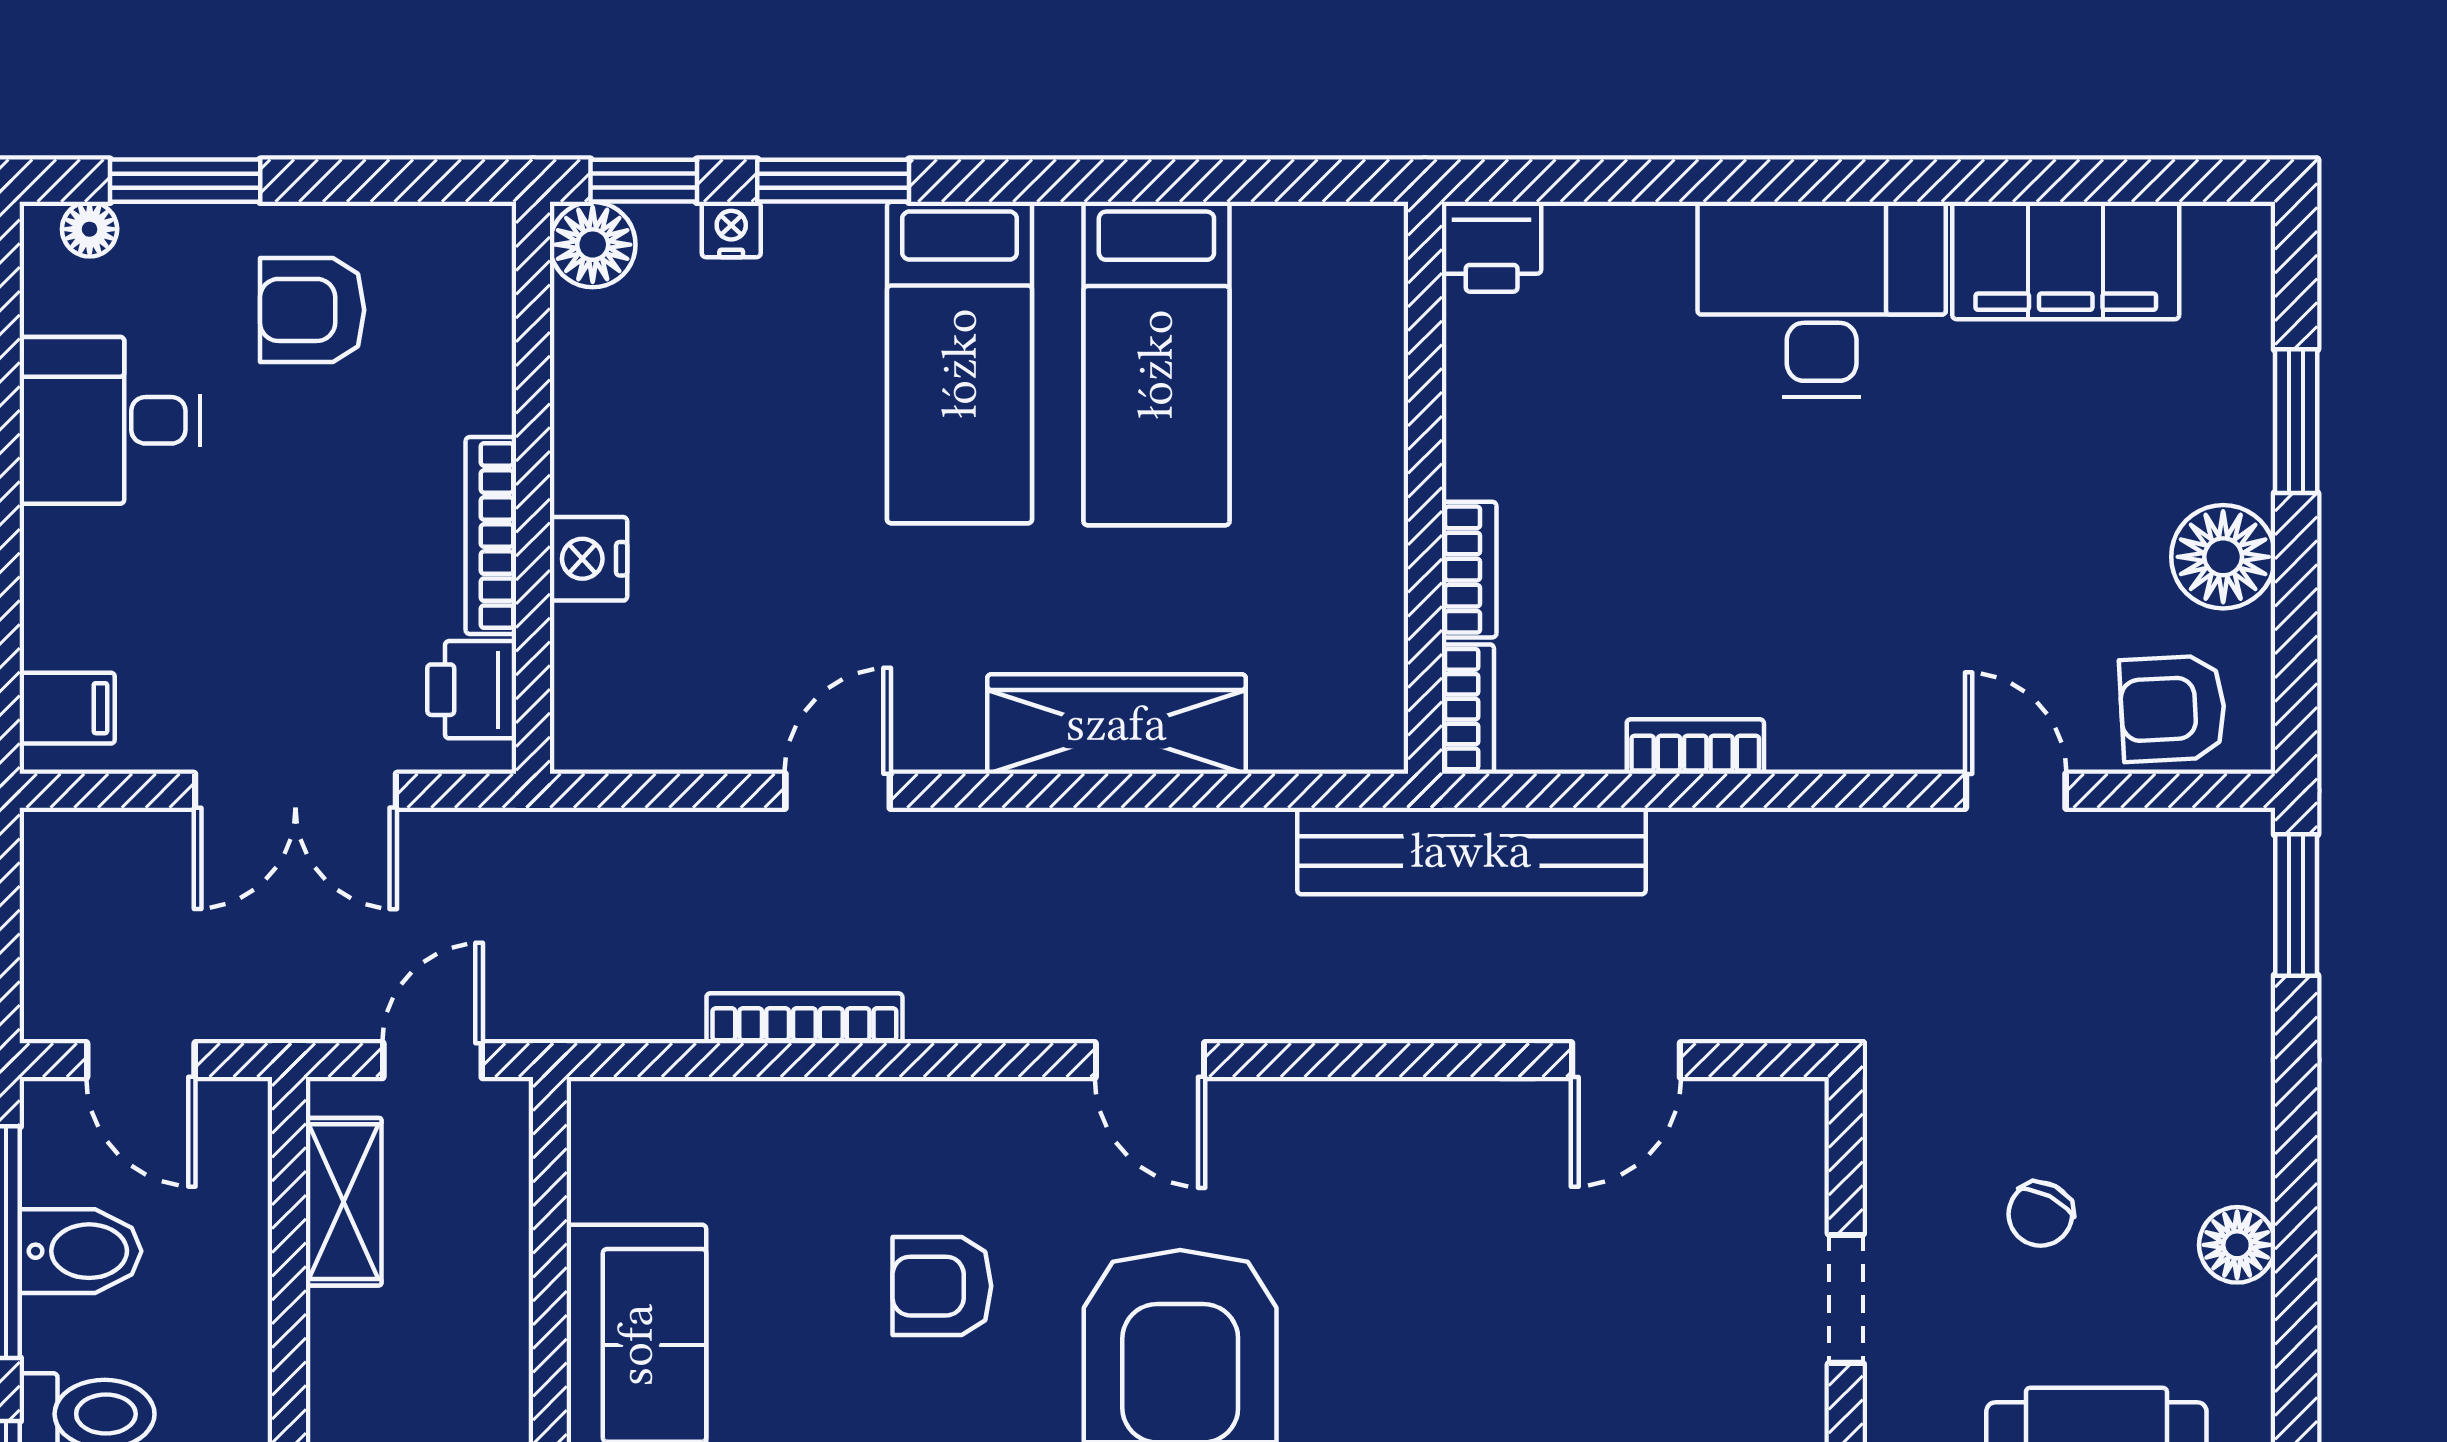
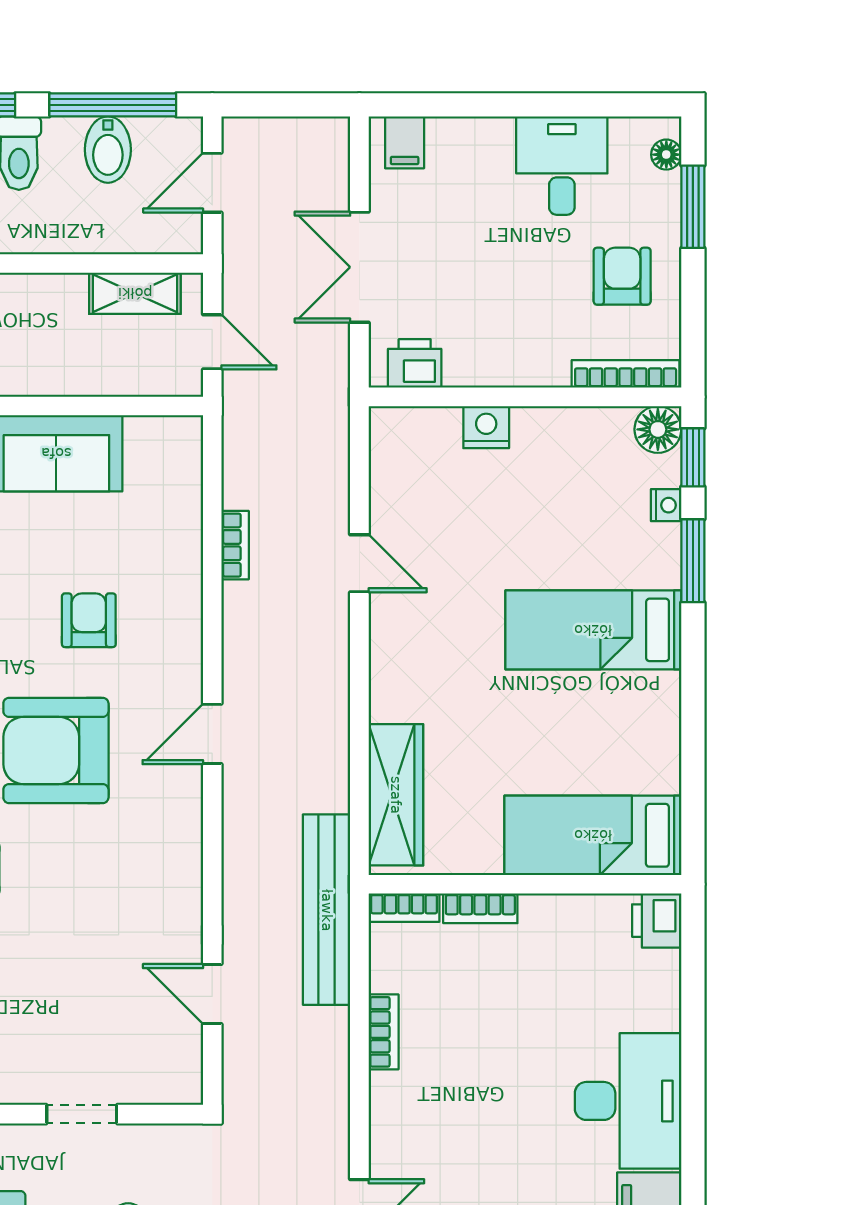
bed: (1156, 364) -> (593, 835), moved
bookcase: (491, 536) -> (626, 374), moved
wardrobe: (1116, 724) -> (396, 795), moved
bookcase: (804, 1018) -> (235, 545), width x0.64

